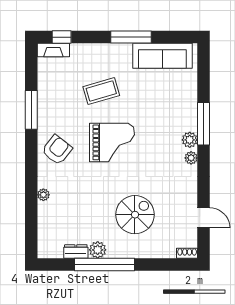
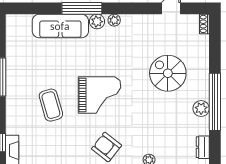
sofa: (162, 56) -> (60, 26), moved, turned 90
grand piano: (112, 142) -> (99, 95), turned 90
dresser: (76, 252) -> (203, 147), moved

